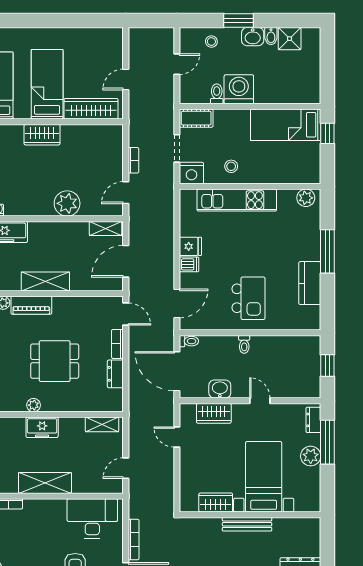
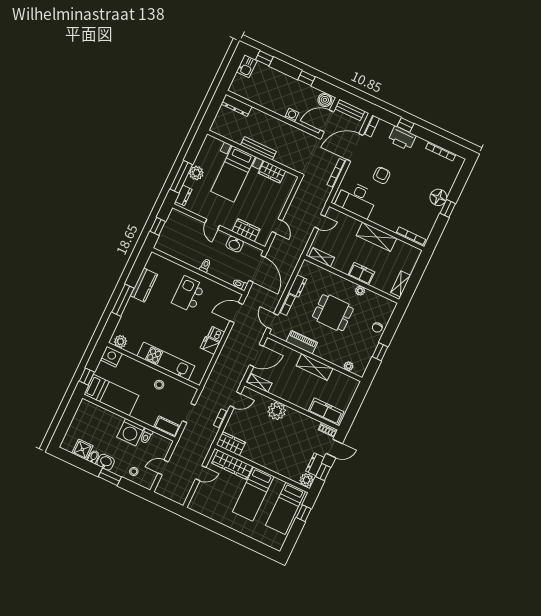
wardrobe: (42, 135) -> (231, 444), moved
nightstand: (191, 173) -> (111, 357), moved
piano: (31, 305) -> (302, 342), moved

